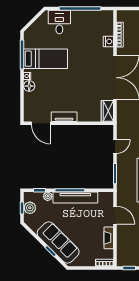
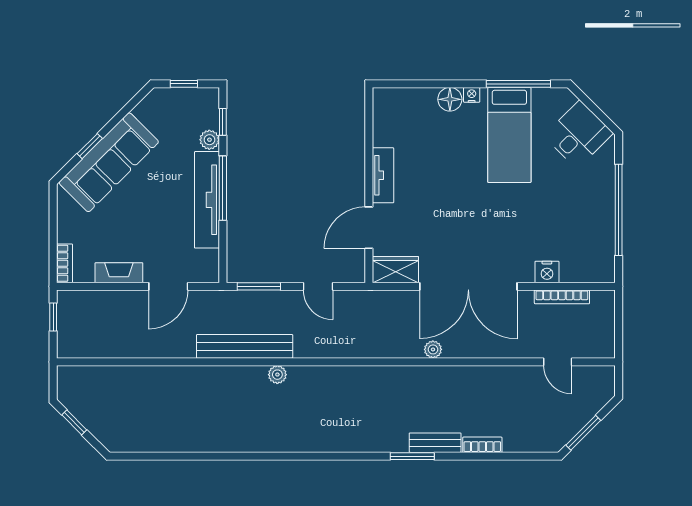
desk: (59, 22) -> (578, 135), moved, turned -45
door: (41, 123) -> (369, 228), moved
plant: (30, 208) -> (184, 101), removed

